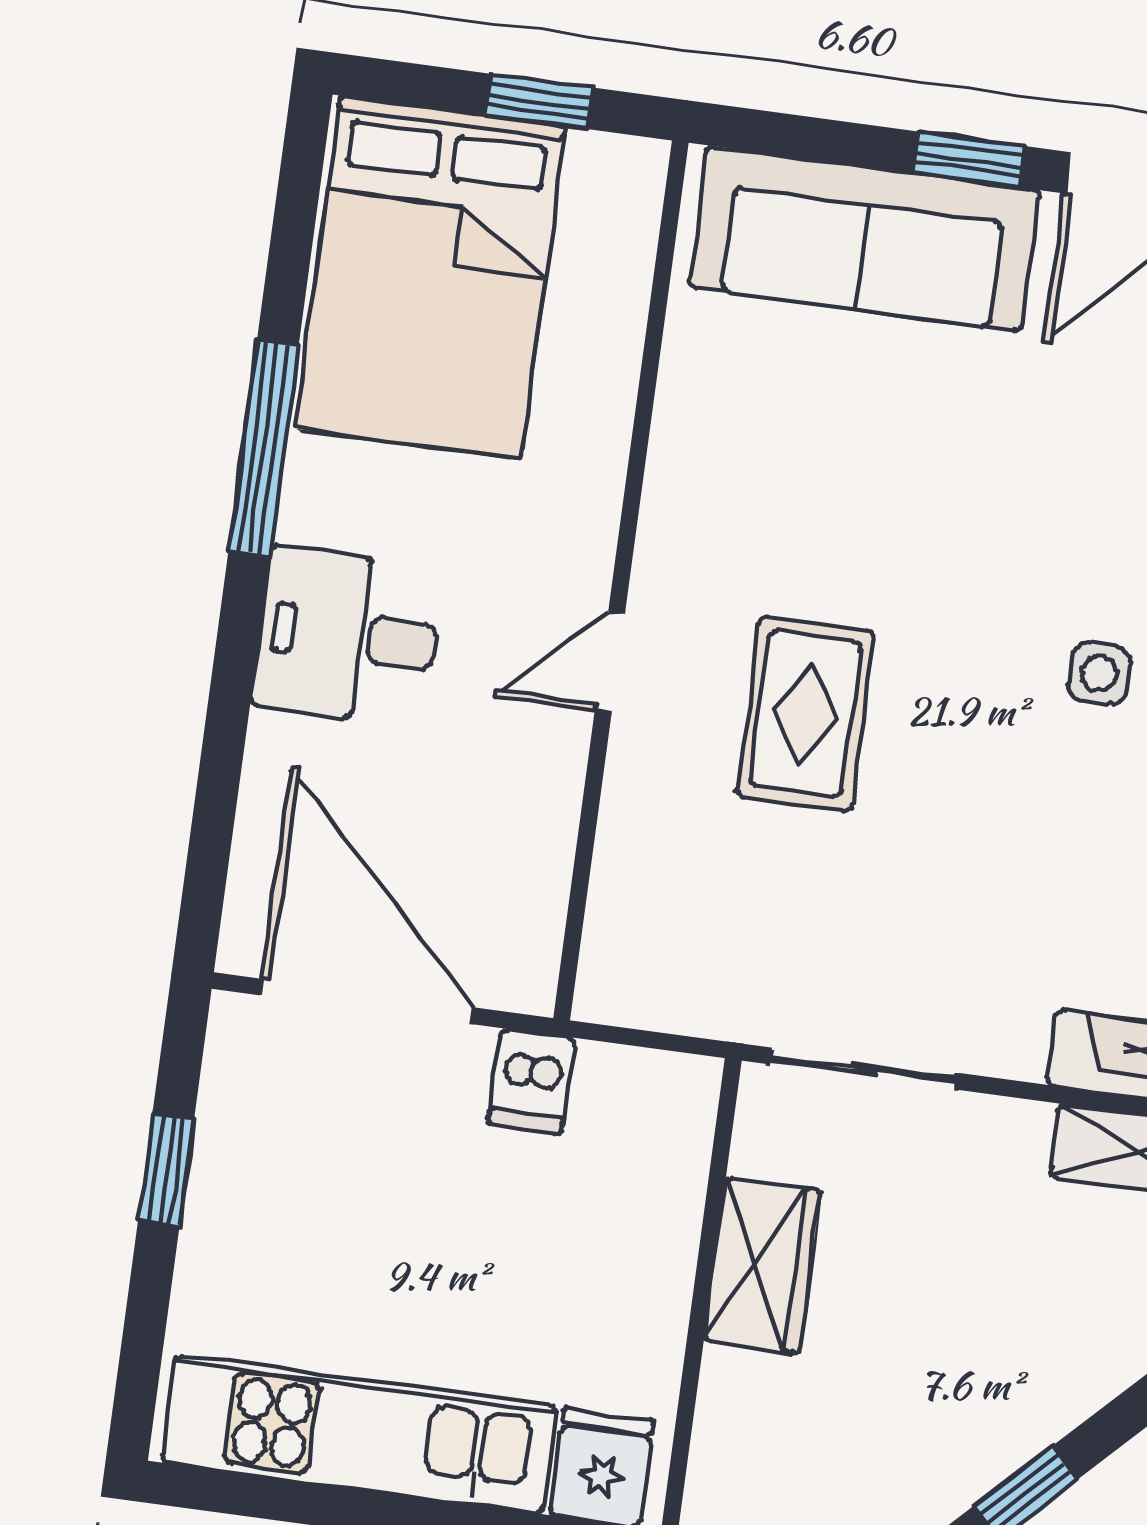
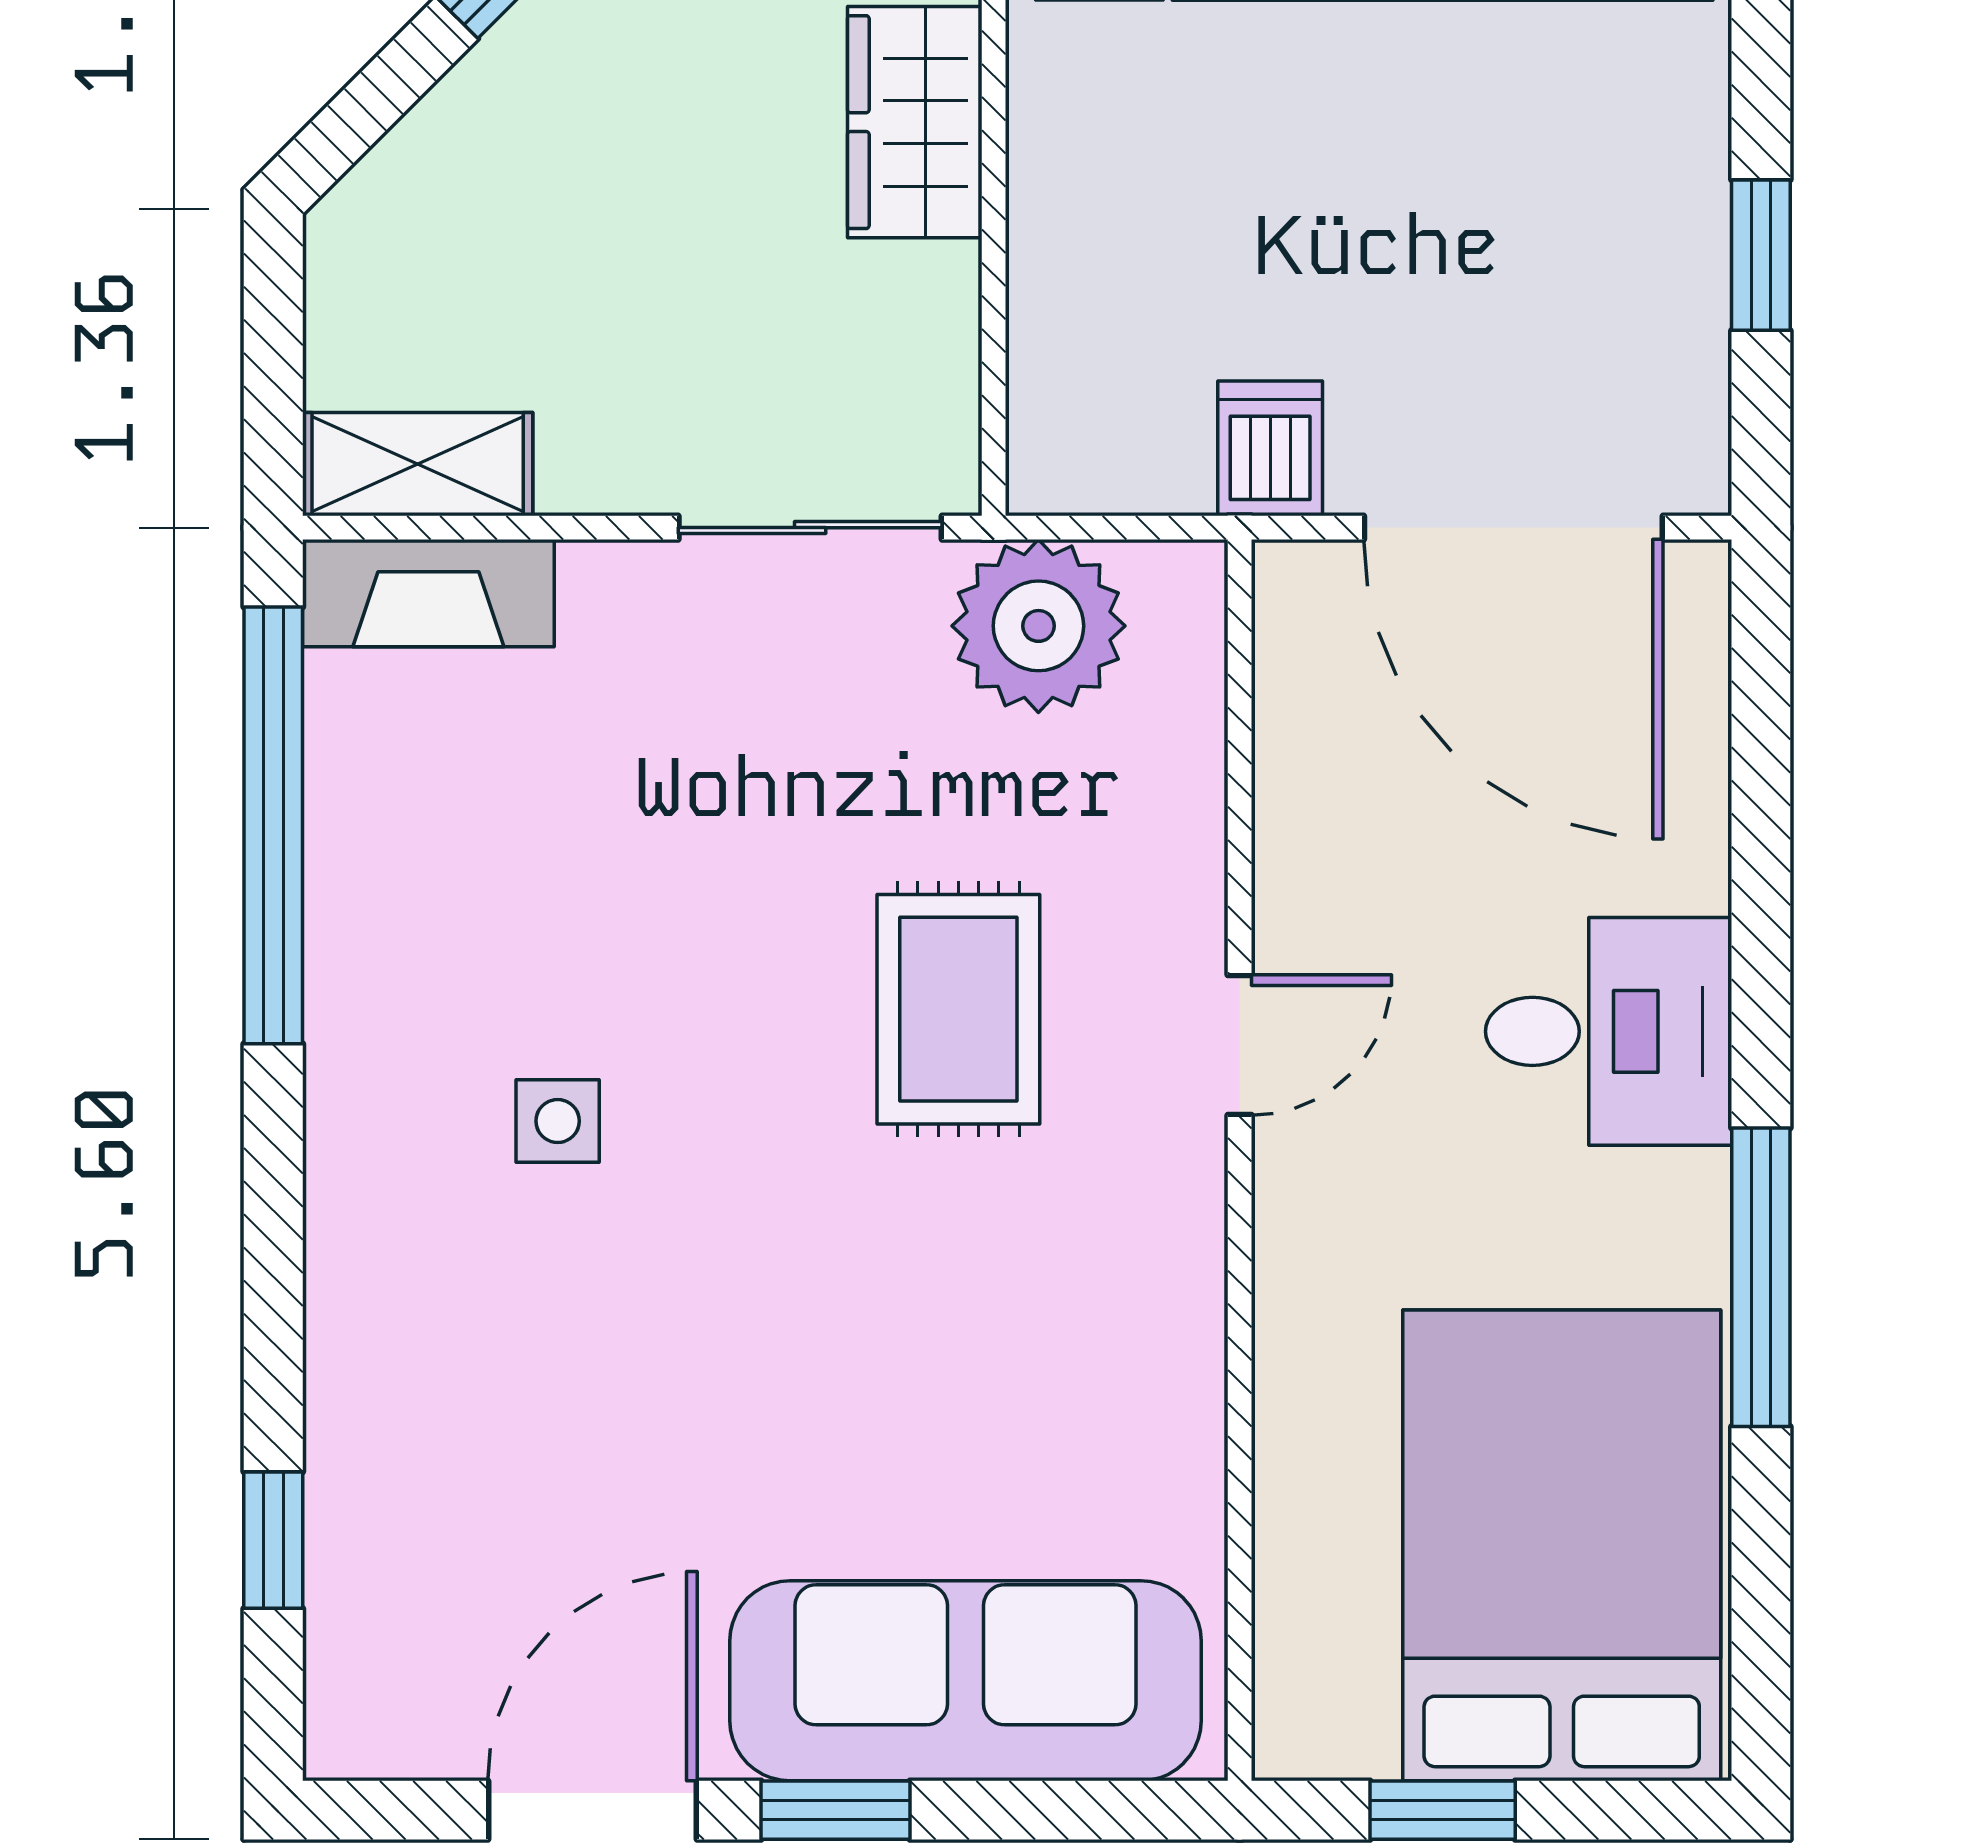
plant: (712, 977) -> (1038, 626), added
wardrobe: (762, 1265) -> (915, 122), moved

